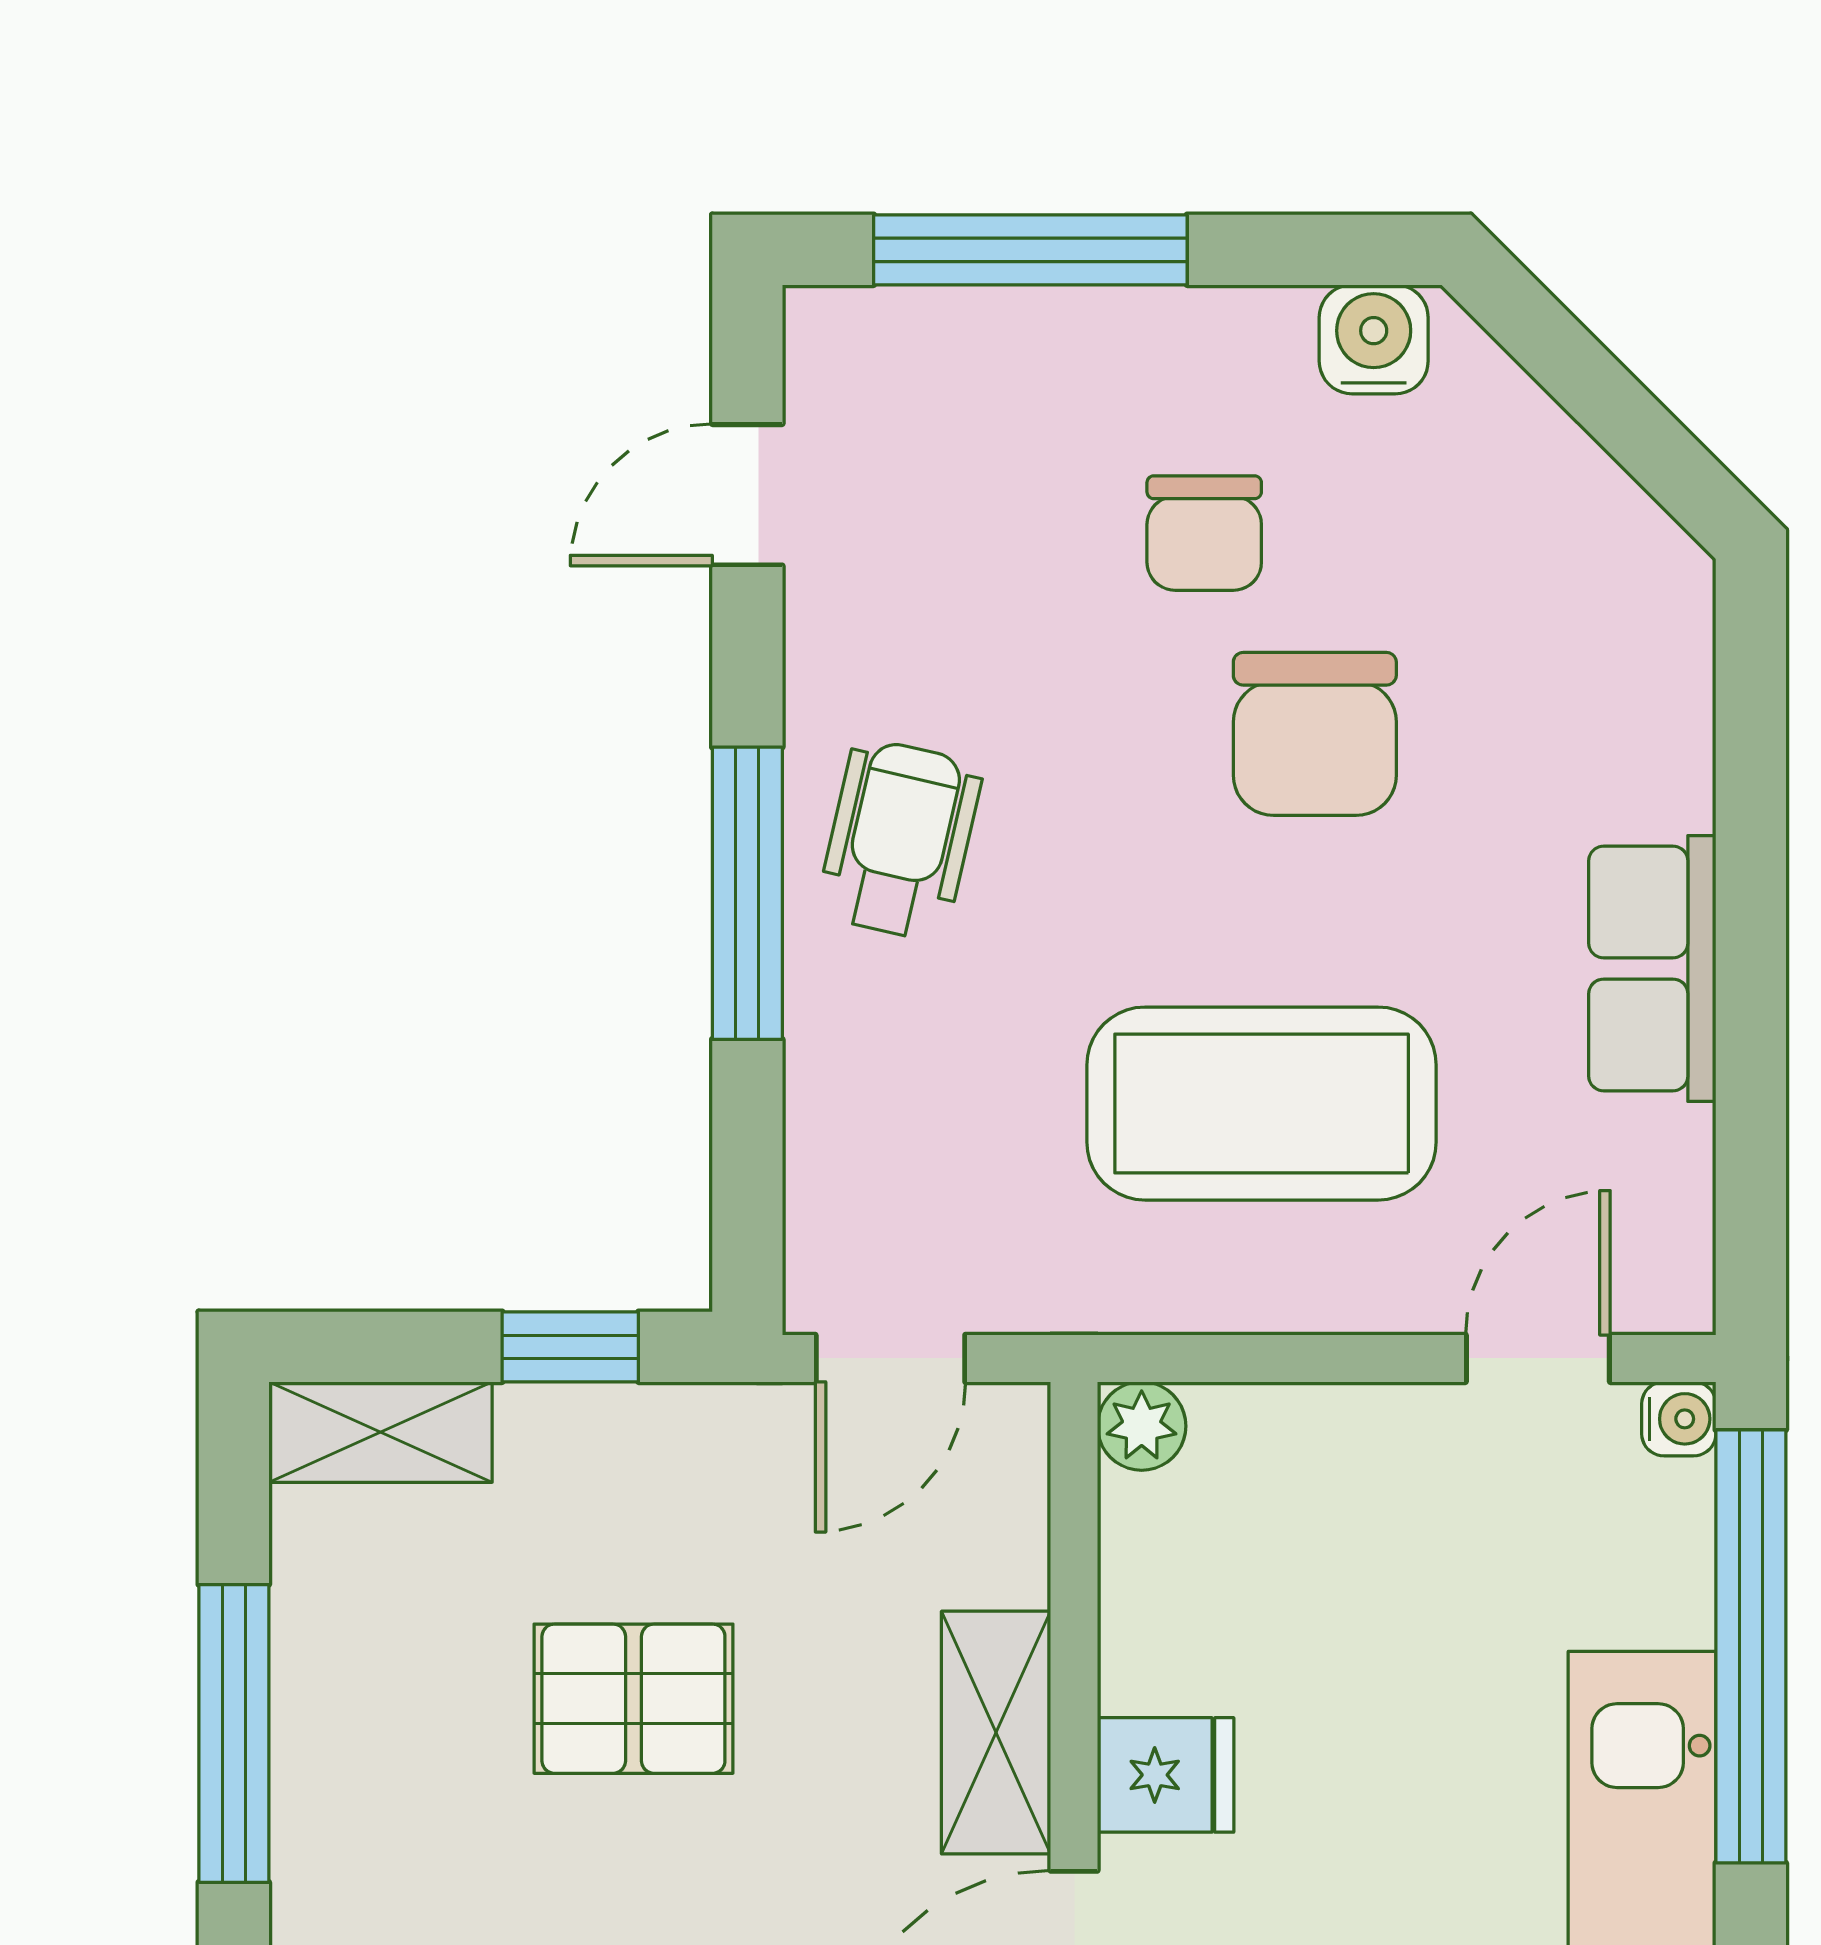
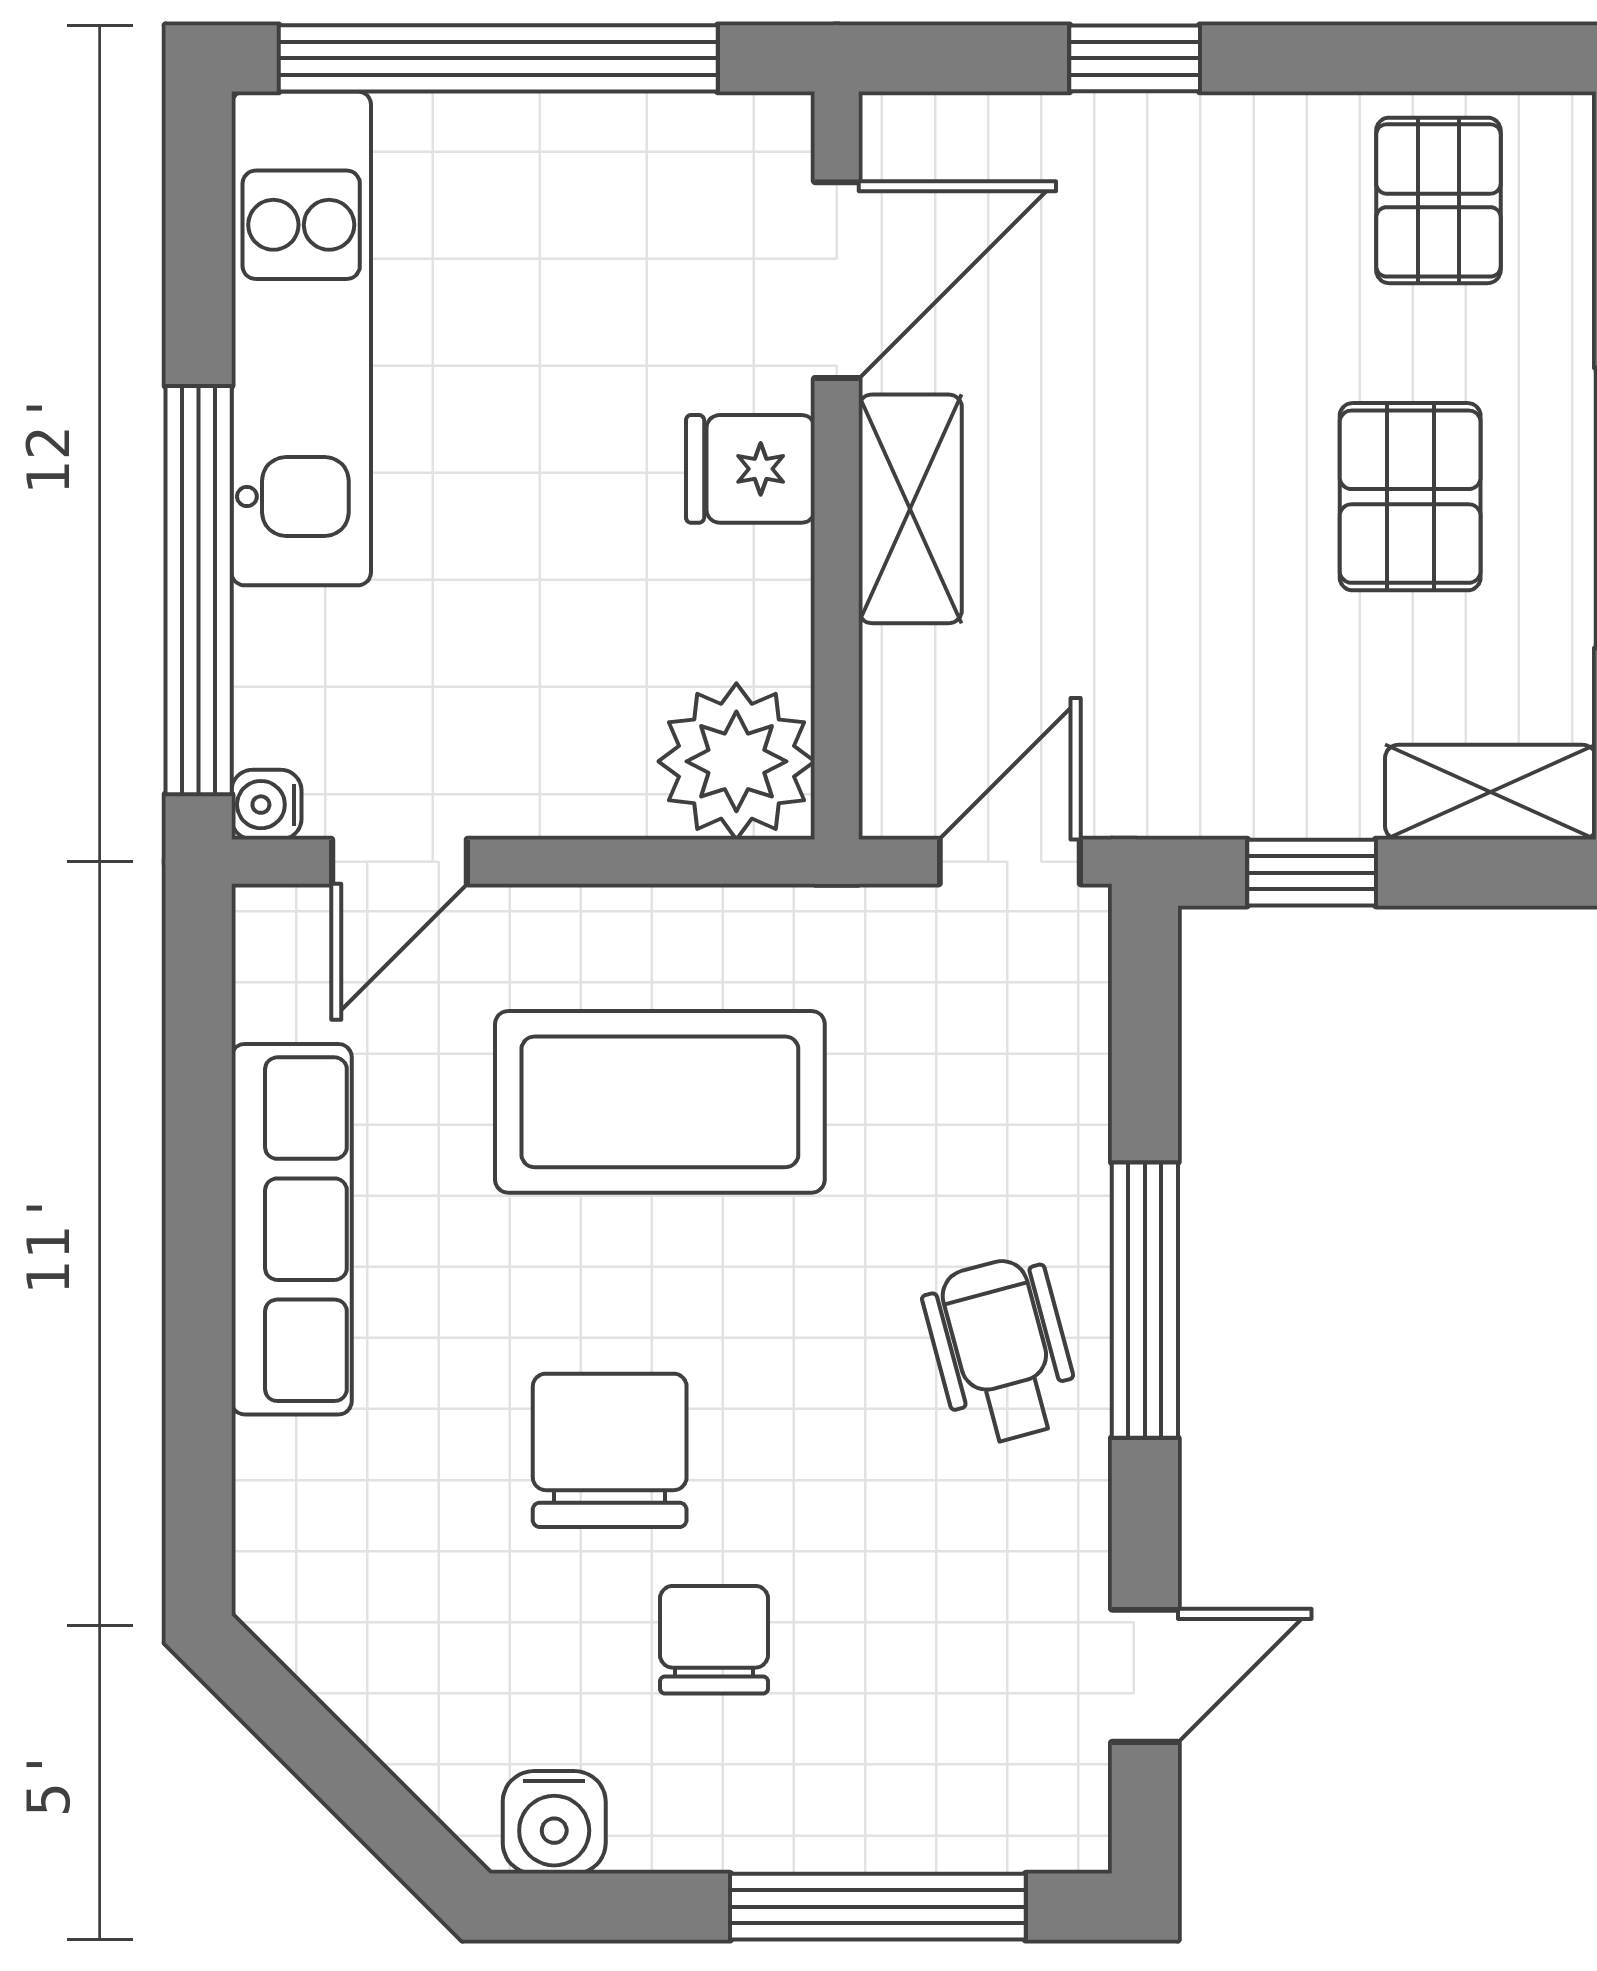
wheelchair: (900, 840) -> (1001, 1351), turned 152
row of seats: (1652, 968) -> (292, 1229), width x1.48
plant: (1142, 1426) -> (736, 761), width x1.88, depth x1.88
pallet: (633, 1699) -> (1410, 497), moved, turned 90

